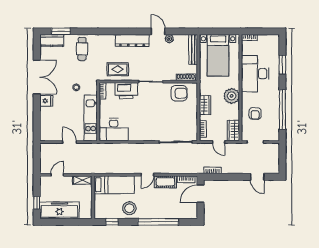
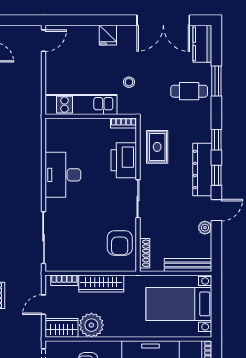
window: (61, 31) -> (216, 81), moved
window: (113, 31) -> (216, 140), added
window: (136, 31) -> (216, 175), added
double door: (37, 77) -> (163, 20), moved
plant: (232, 96) -> (91, 325), moved
wardrobe: (205, 105) -> (101, 284), width x1.50
desk: (114, 130) -> (63, 175), moved
door: (70, 142) -> (44, 41), moved

